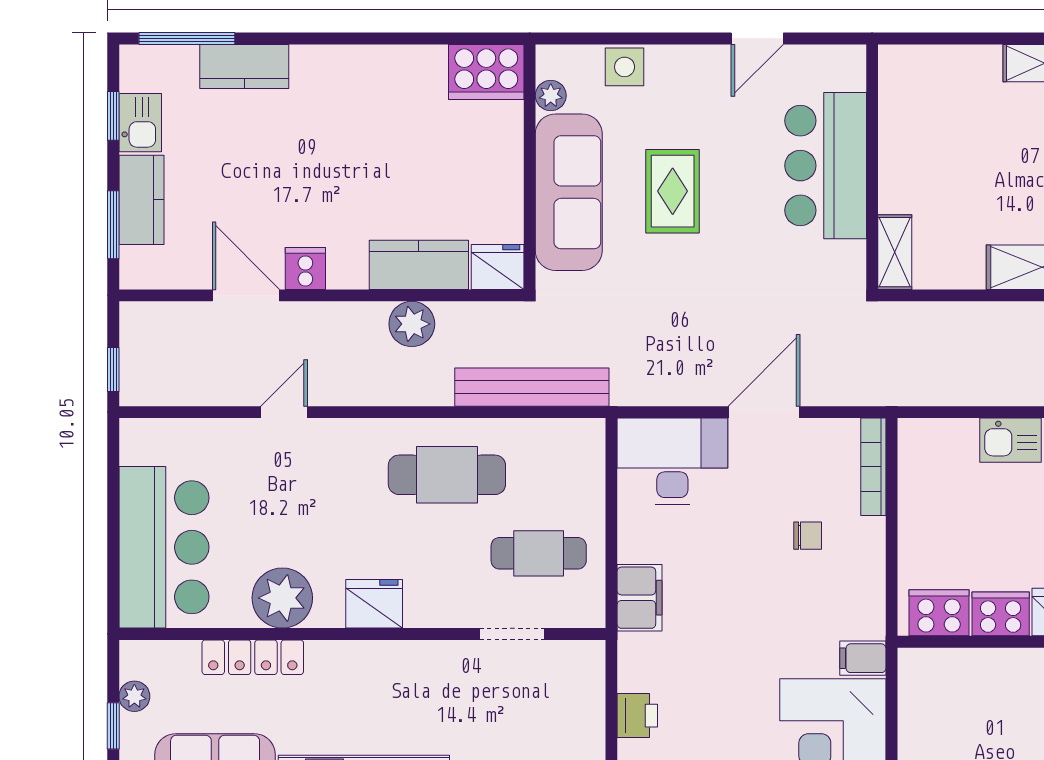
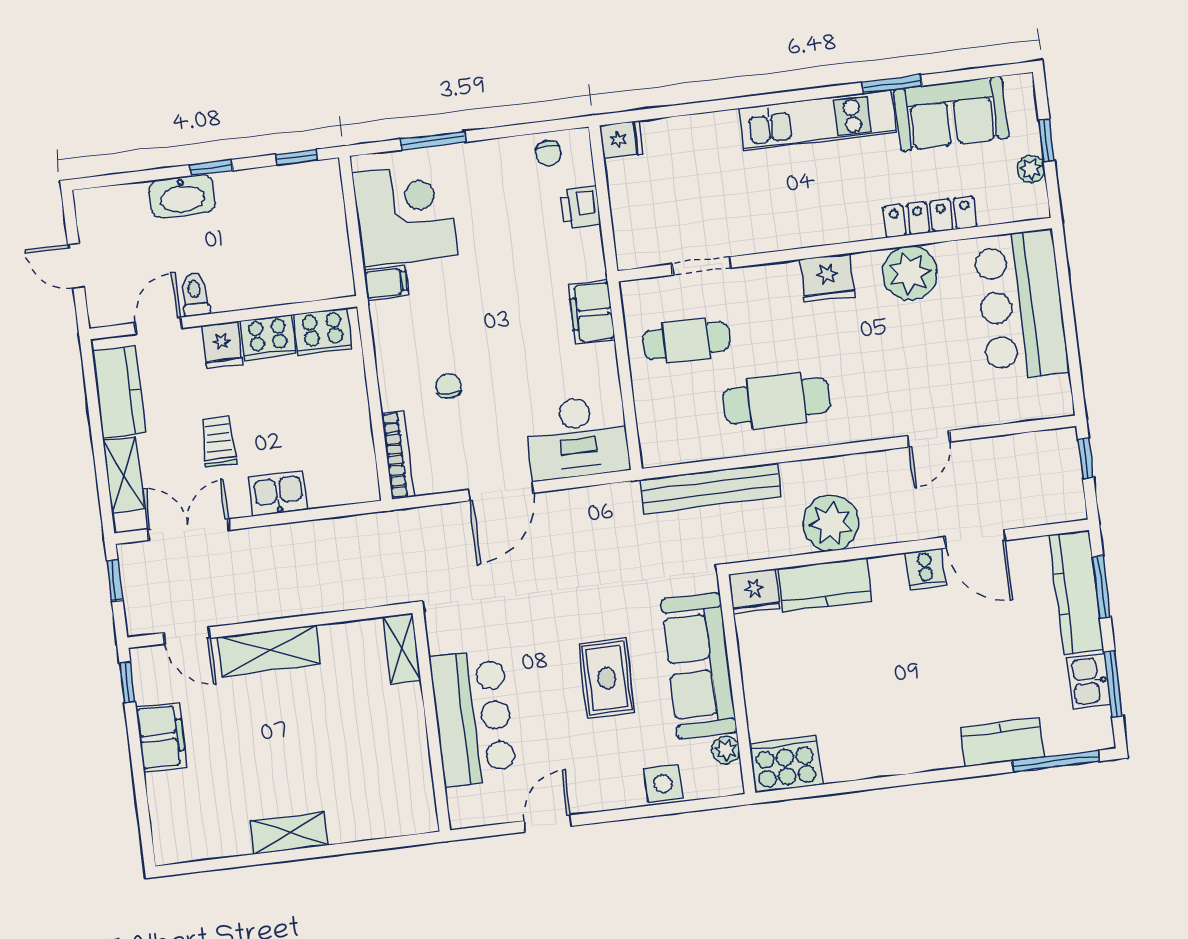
window: (113, 116) -> (1113, 684), width x1.50
kitchen counter: (141, 200) -> (1077, 592), width x1.50
plant: (412, 324) -> (831, 523), width x1.36, depth x1.36
chair: (808, 536) -> (448, 386), turned 88

